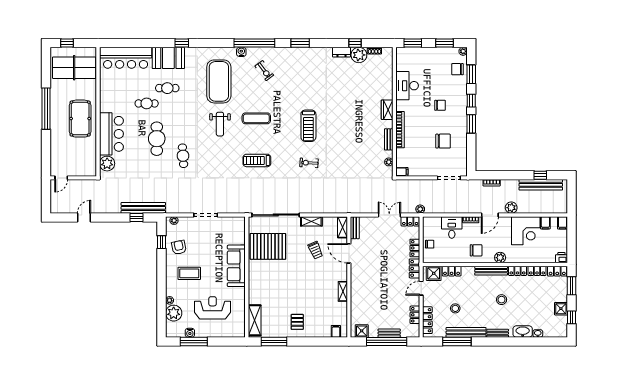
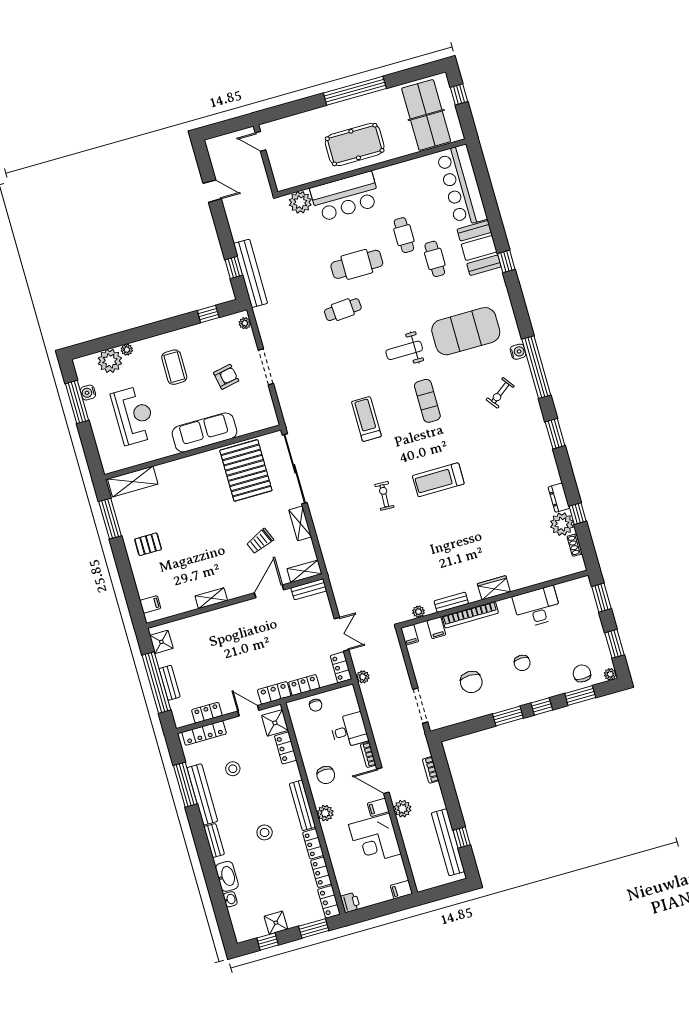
filing cabinet: (402, 154) -> (436, 628), added
filing cabinet: (545, 223) -> (378, 807), moved
armchair: (179, 247) -> (226, 377), moved

